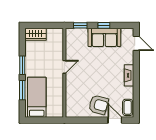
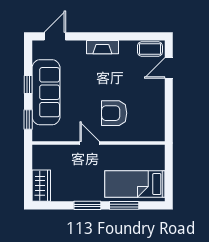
sofa: (104, 37) -> (46, 92), width x1.36
armchair: (99, 105) -> (114, 113), moved, turned -105

